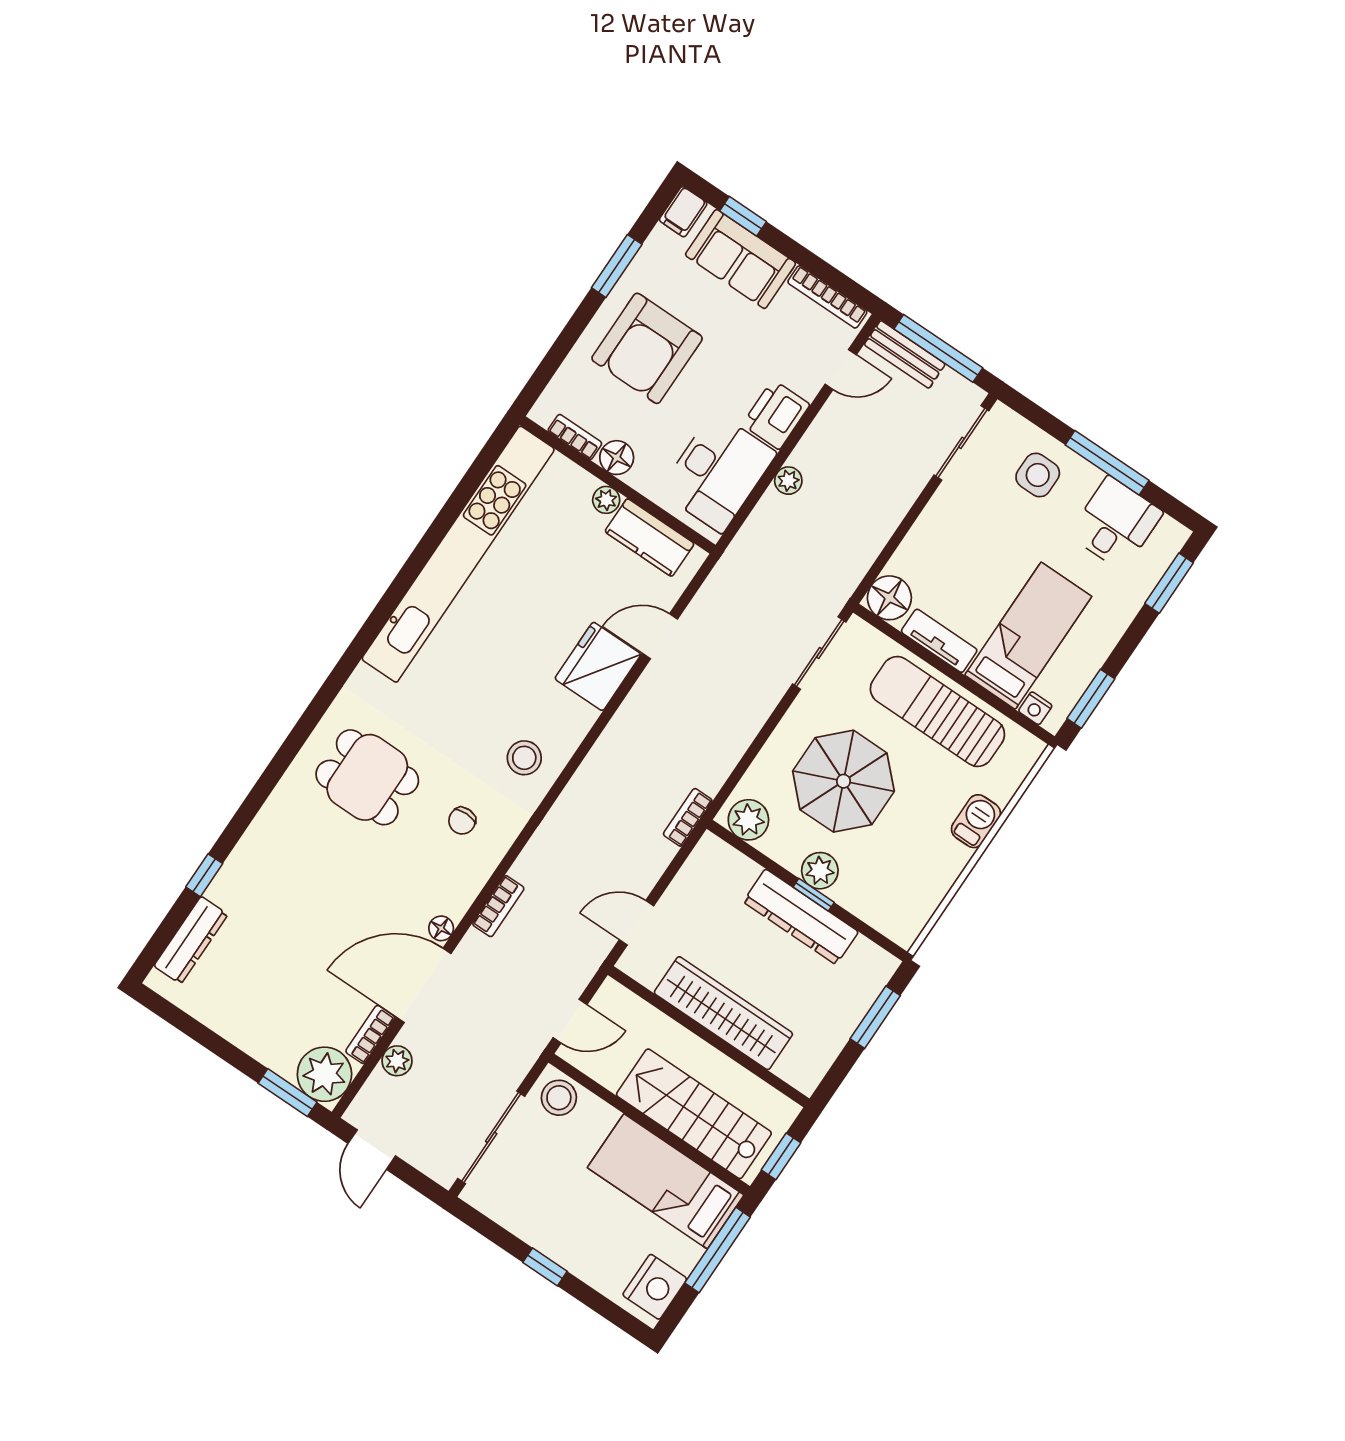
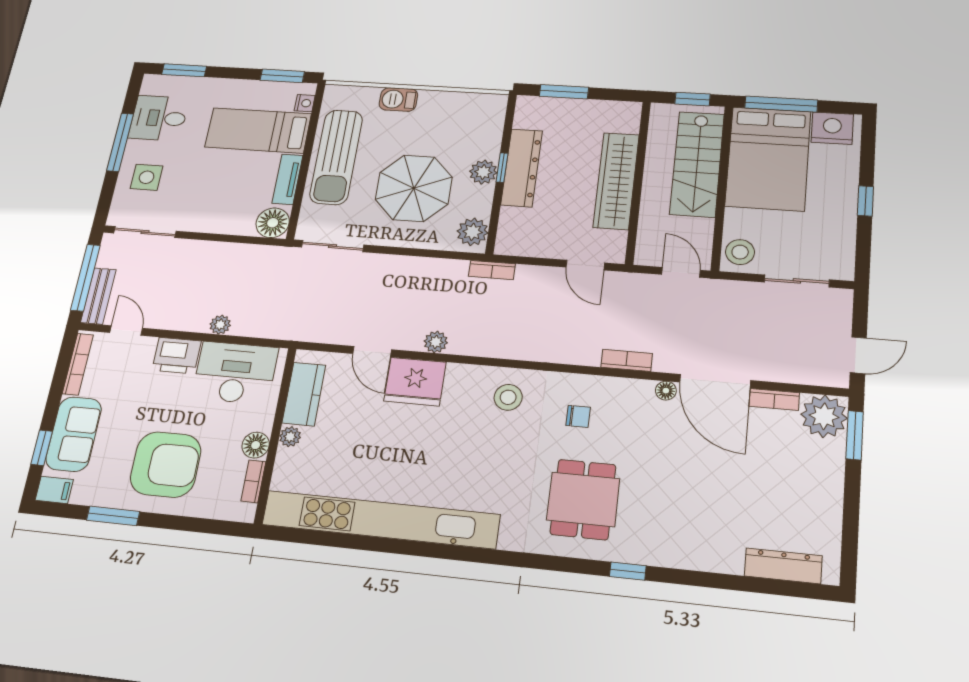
window: (204, 875) -> (628, 571), moved
plant: (397, 1061) -> (436, 342), moved
sliding door: (491, 1137) -> (797, 281), width x0.73
bed: (666, 1181) -> (768, 158), width x1.50

